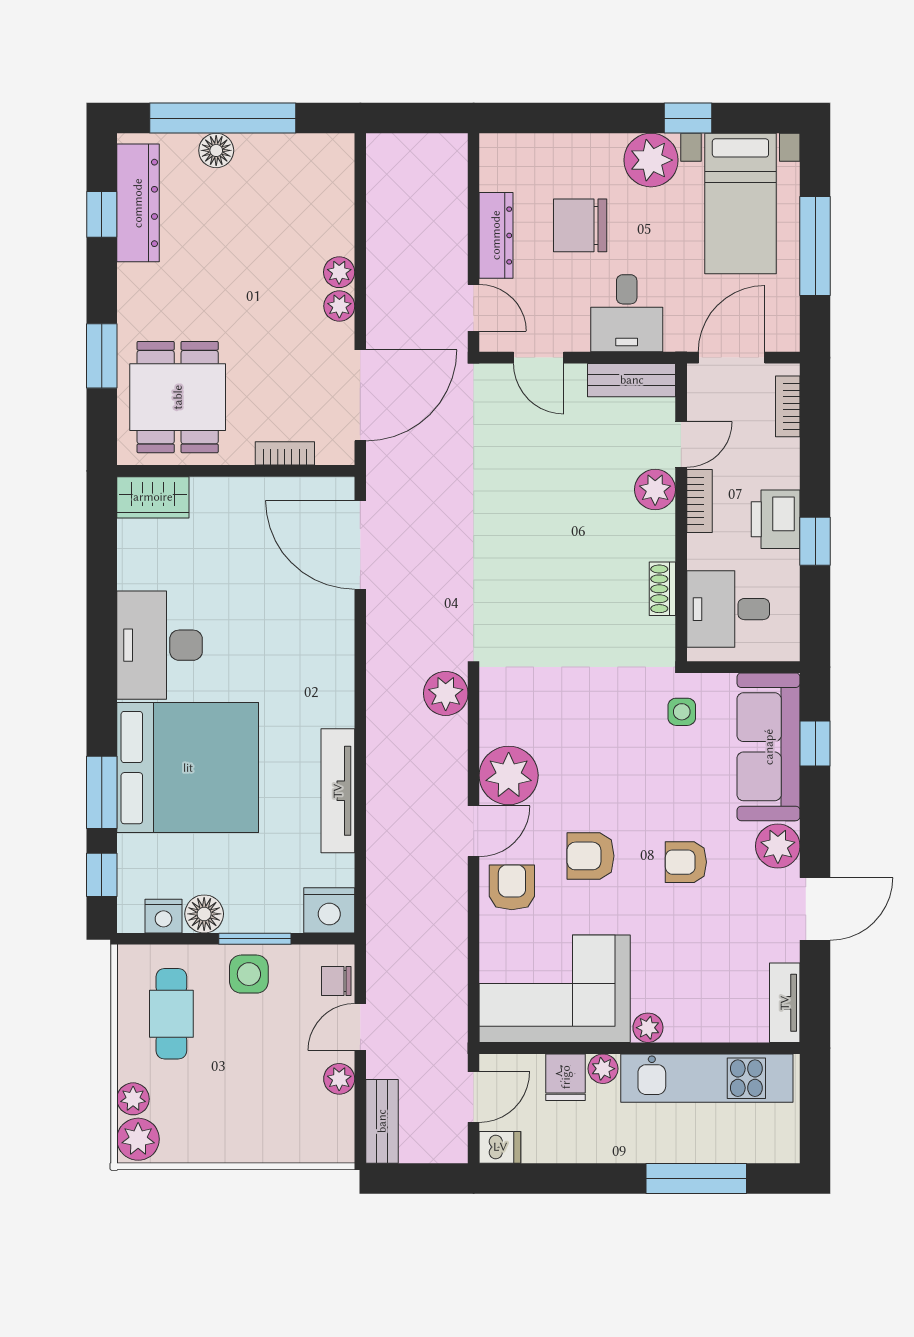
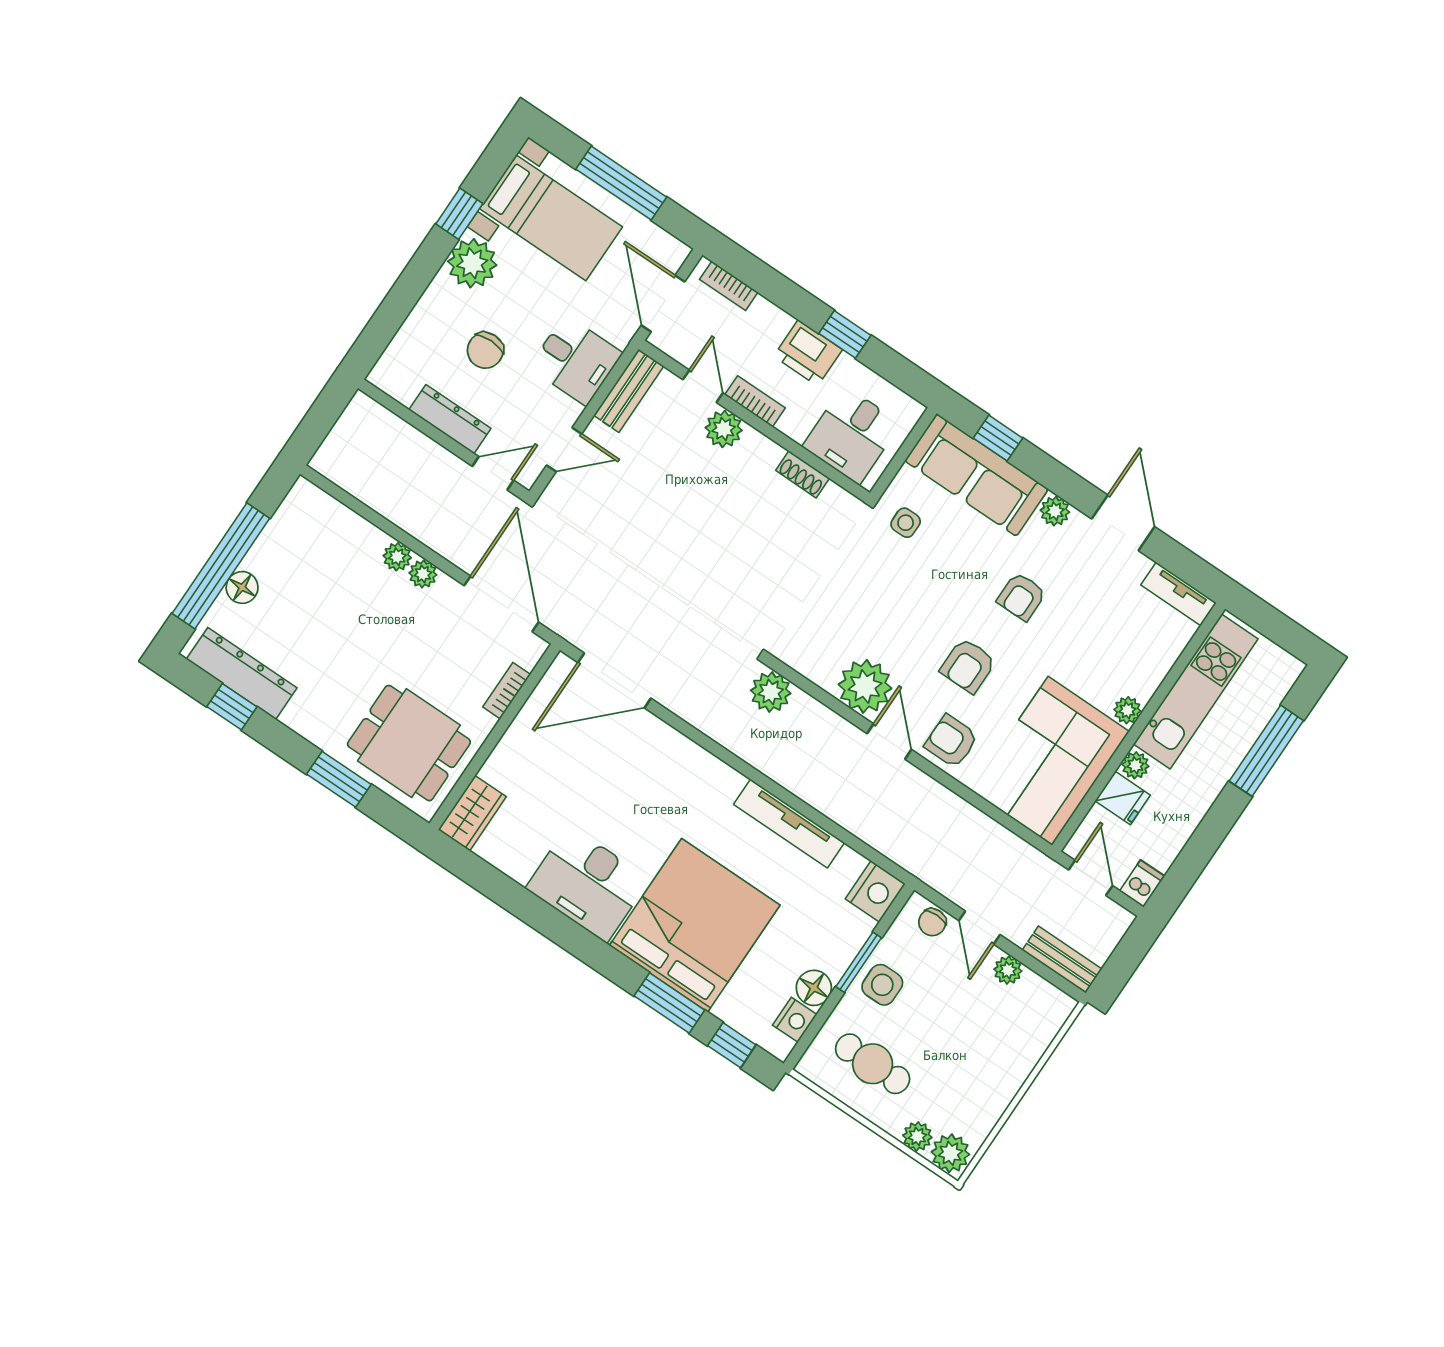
chair: (580, 225) -> (485, 350), width x0.73, depth x0.73
plant: (778, 846) -> (1055, 511), width x0.73, depth x0.73

